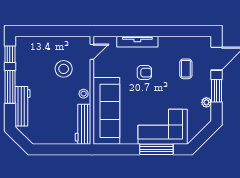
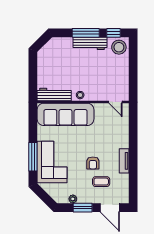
tv unit: (137, 42) -> (124, 161), moved, width x0.71
stool: (64, 69) -> (119, 47), moved
armchair: (144, 73) -> (93, 163), moved
workbench: (22, 106) -> (90, 43), moved

